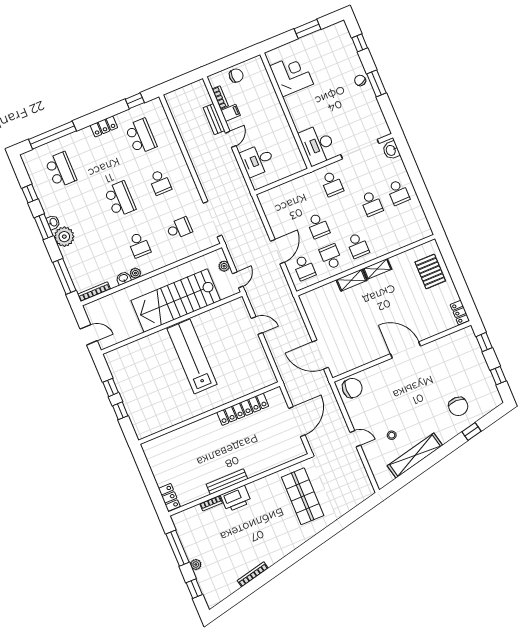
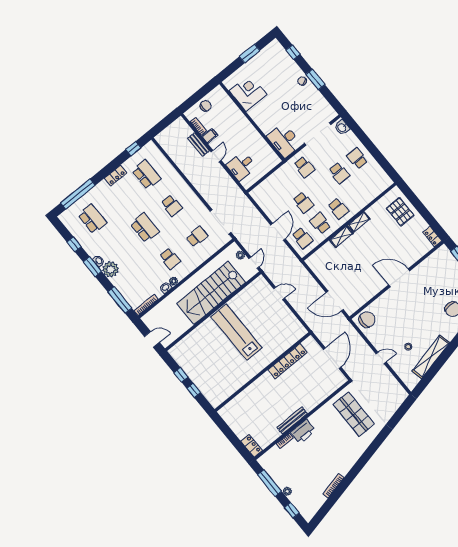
school desk: (398, 192) -> (357, 158), turned 180

